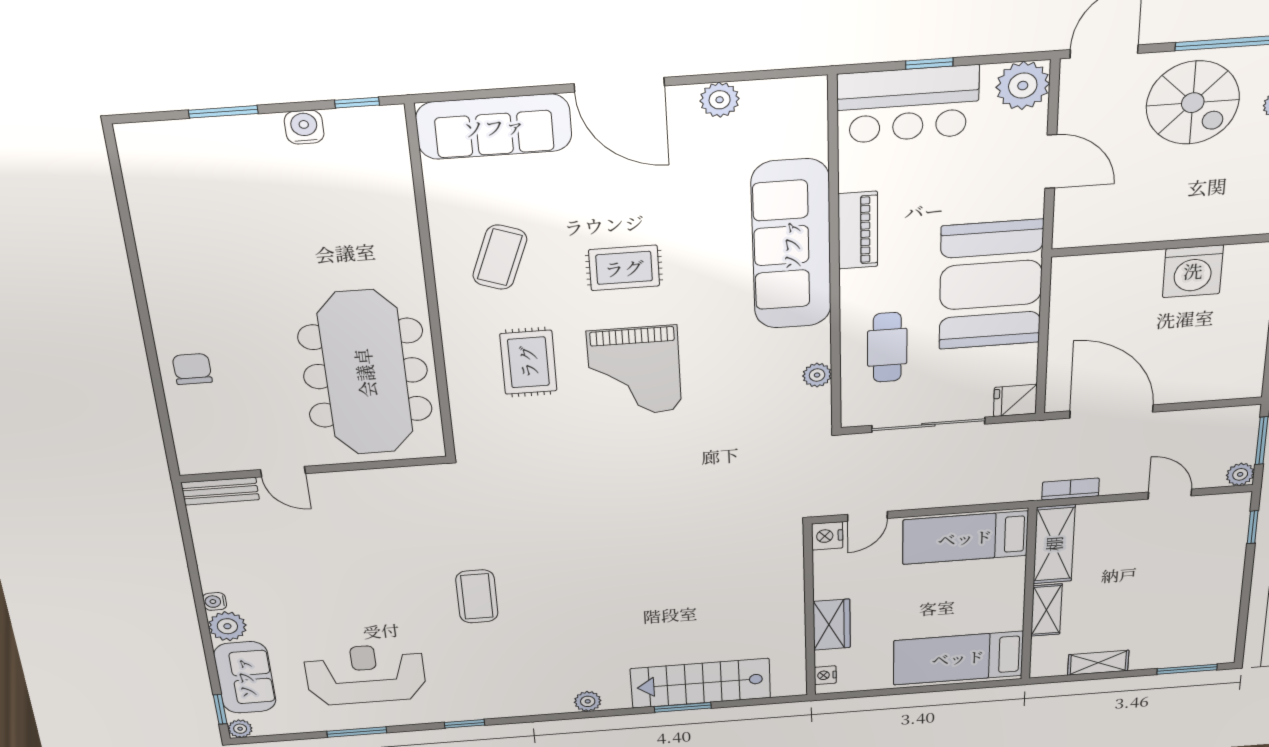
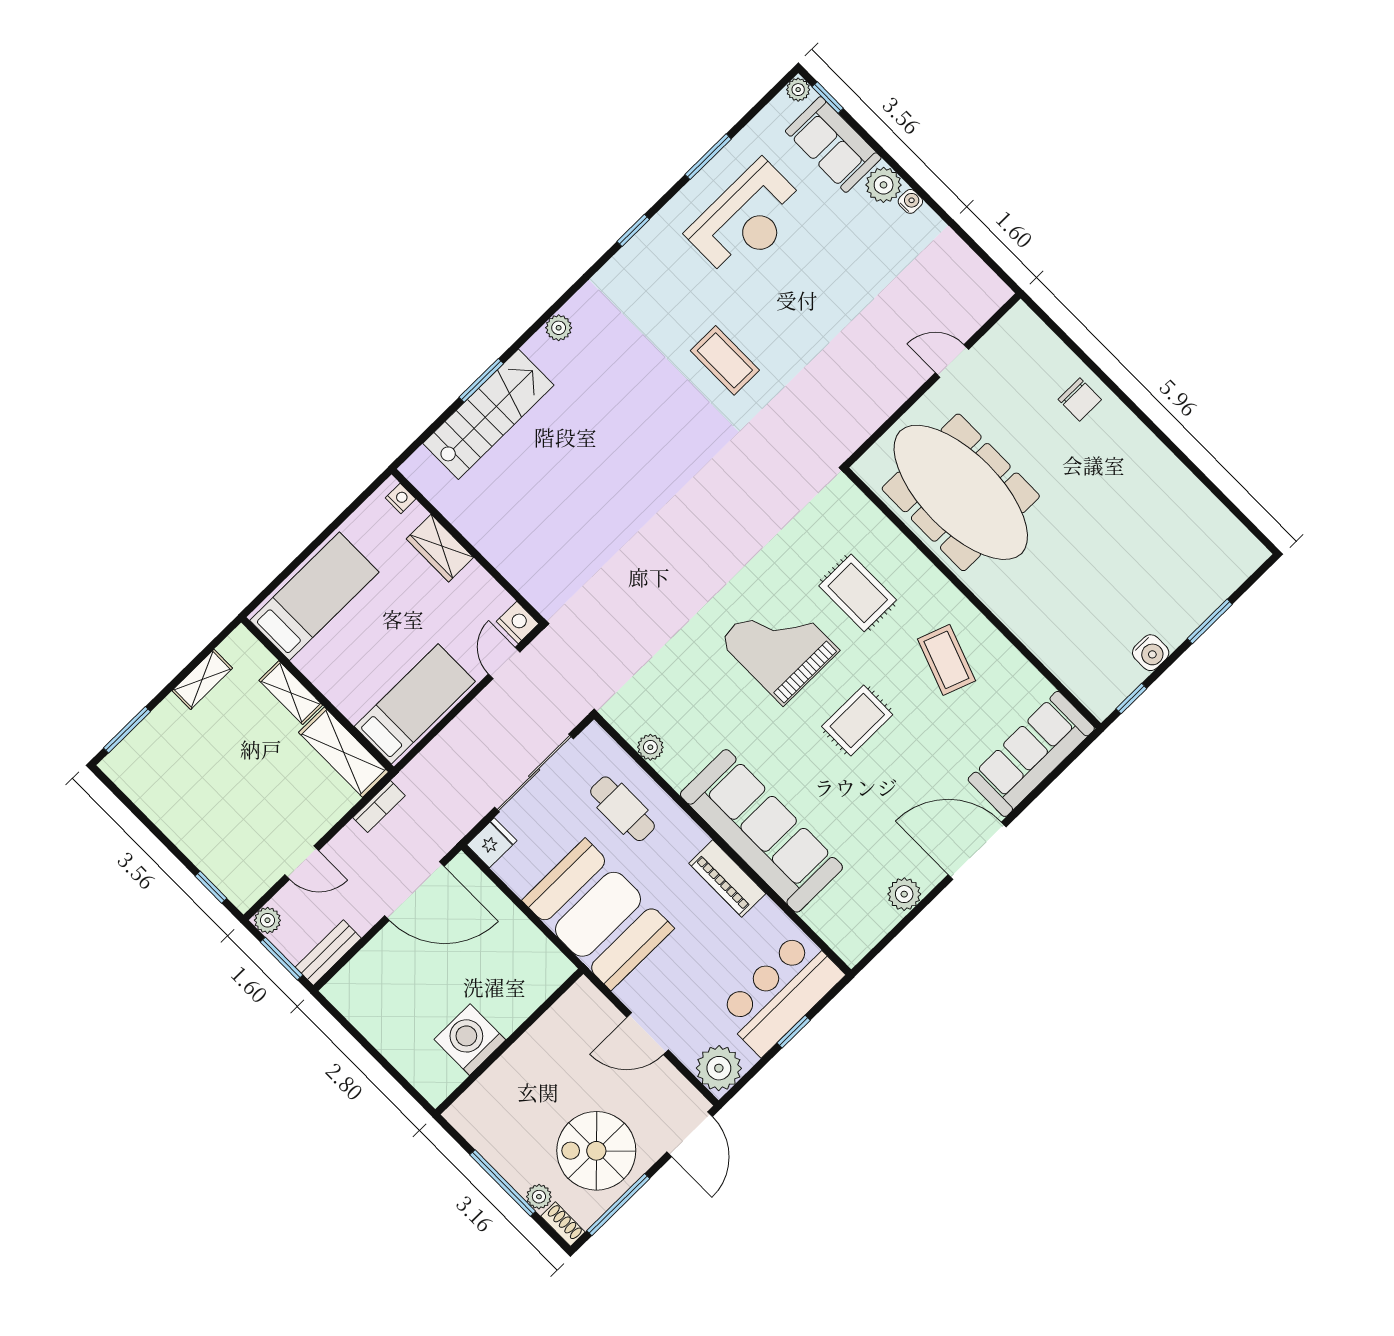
bench: (220, 491) -> (328, 953), moved

